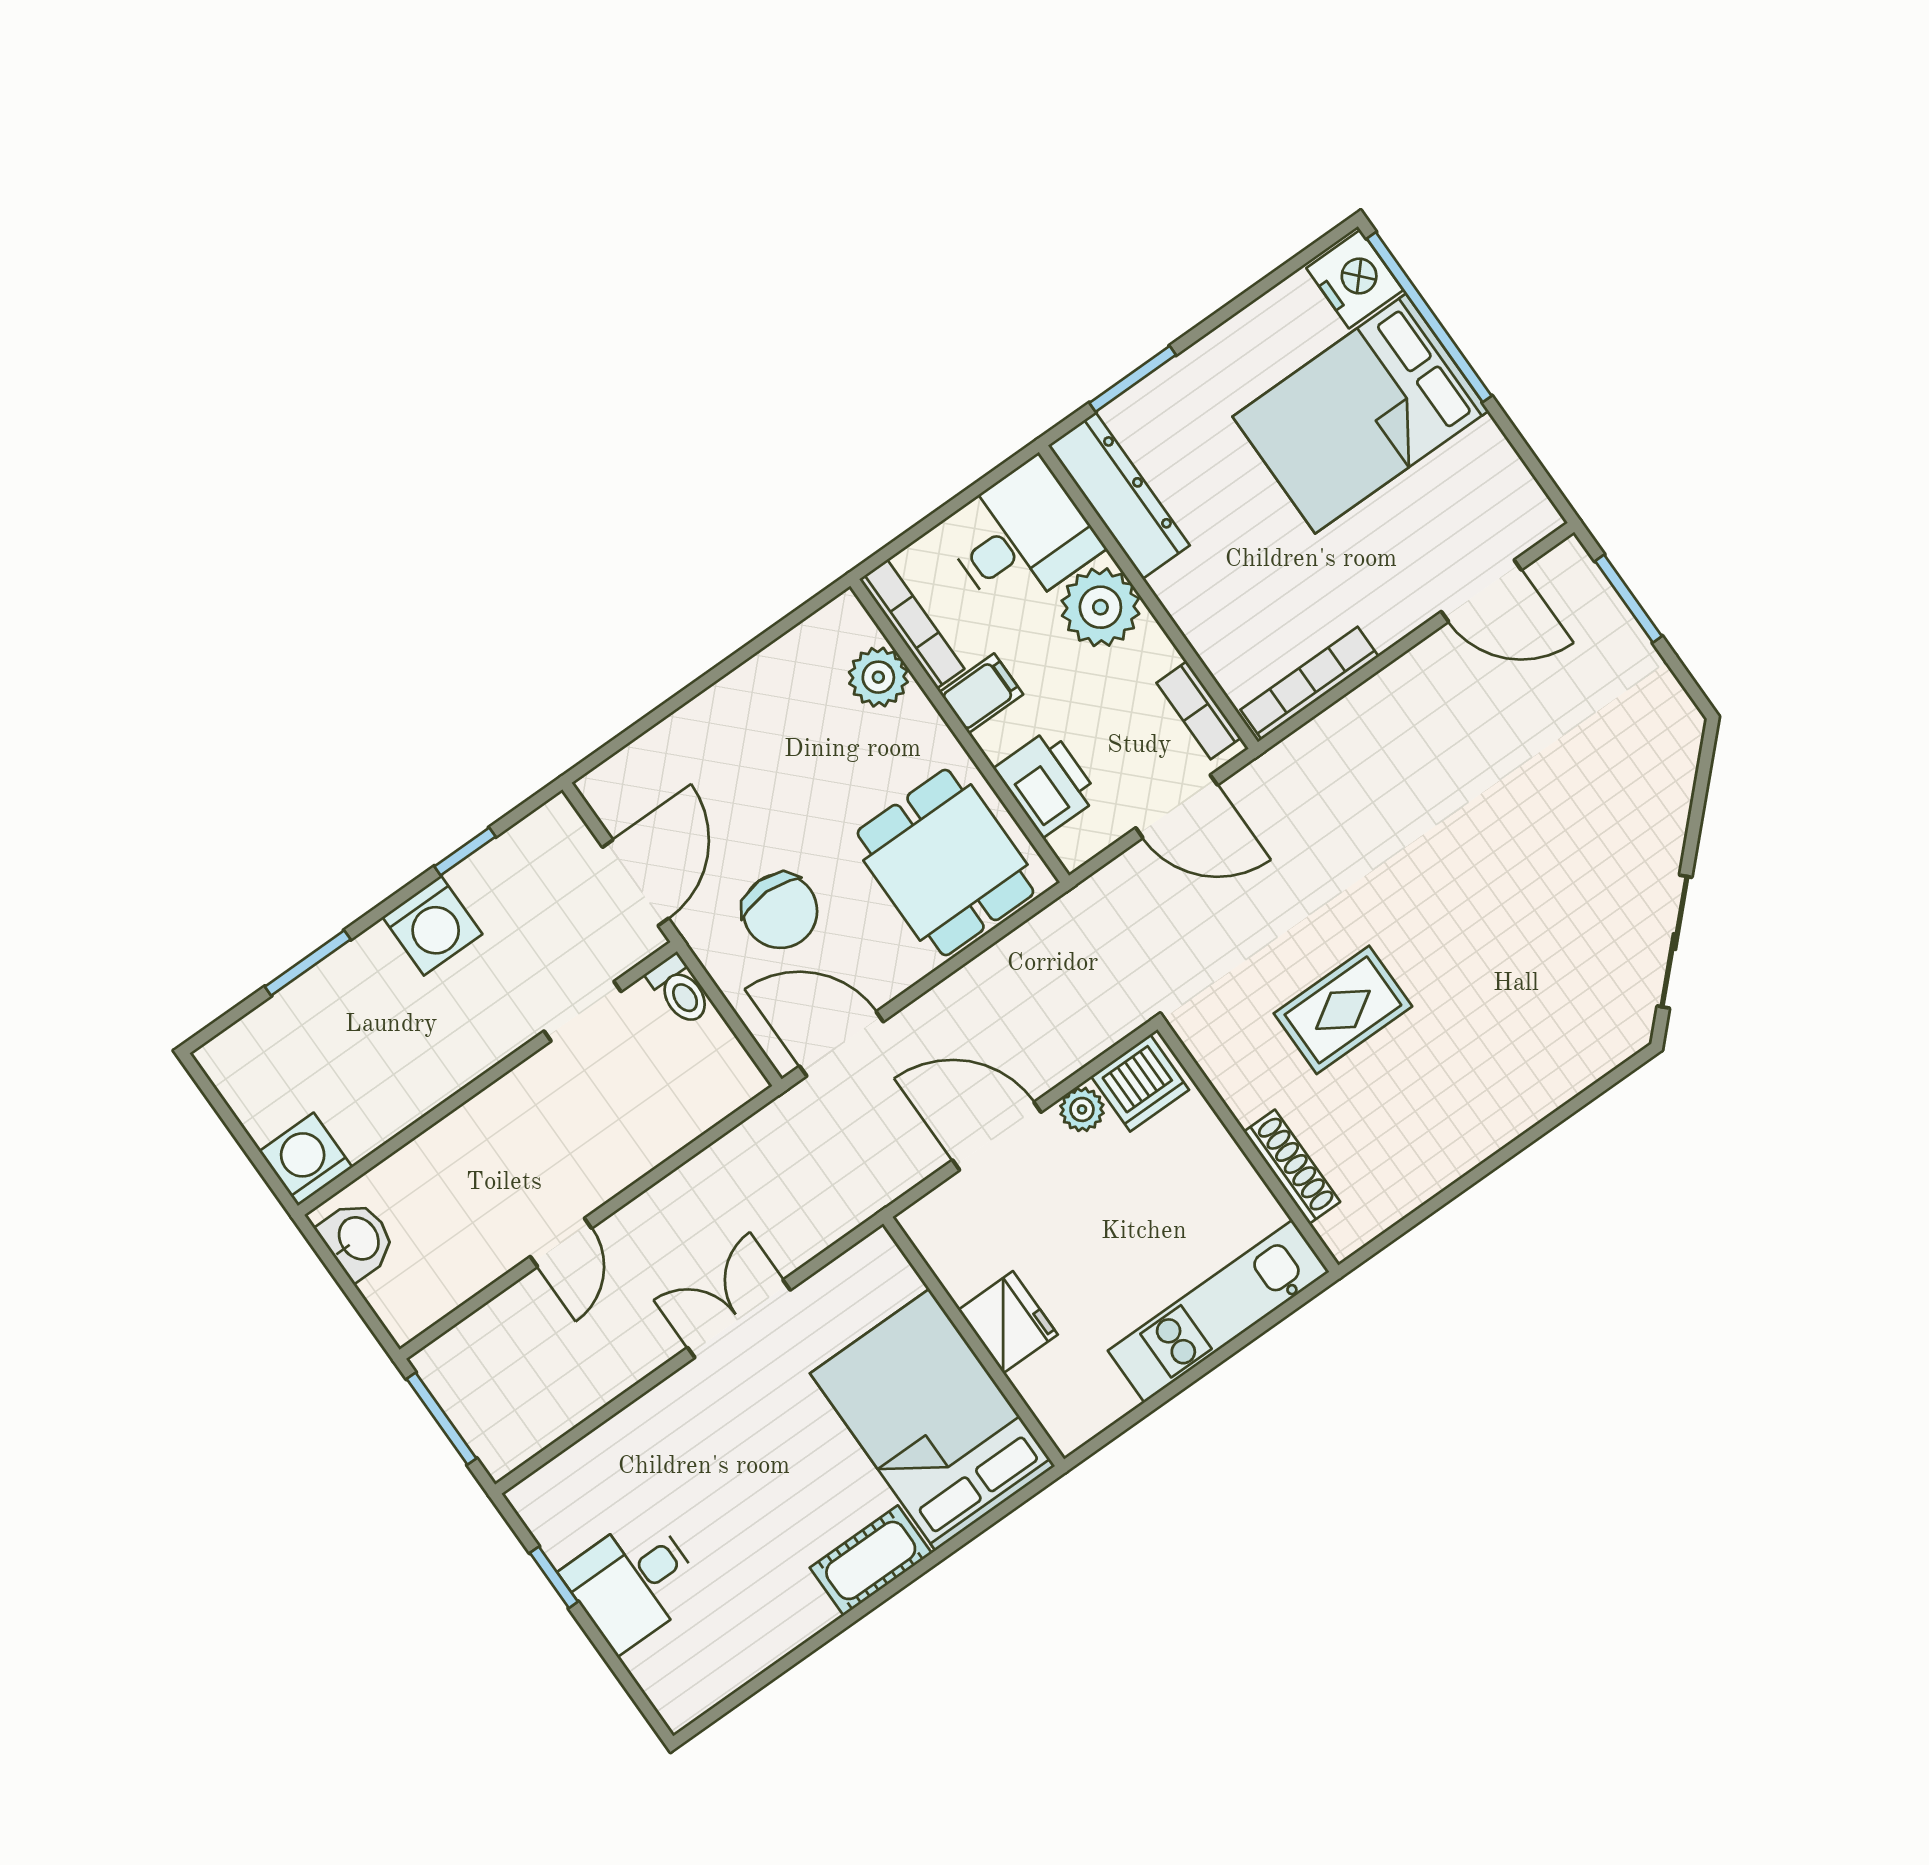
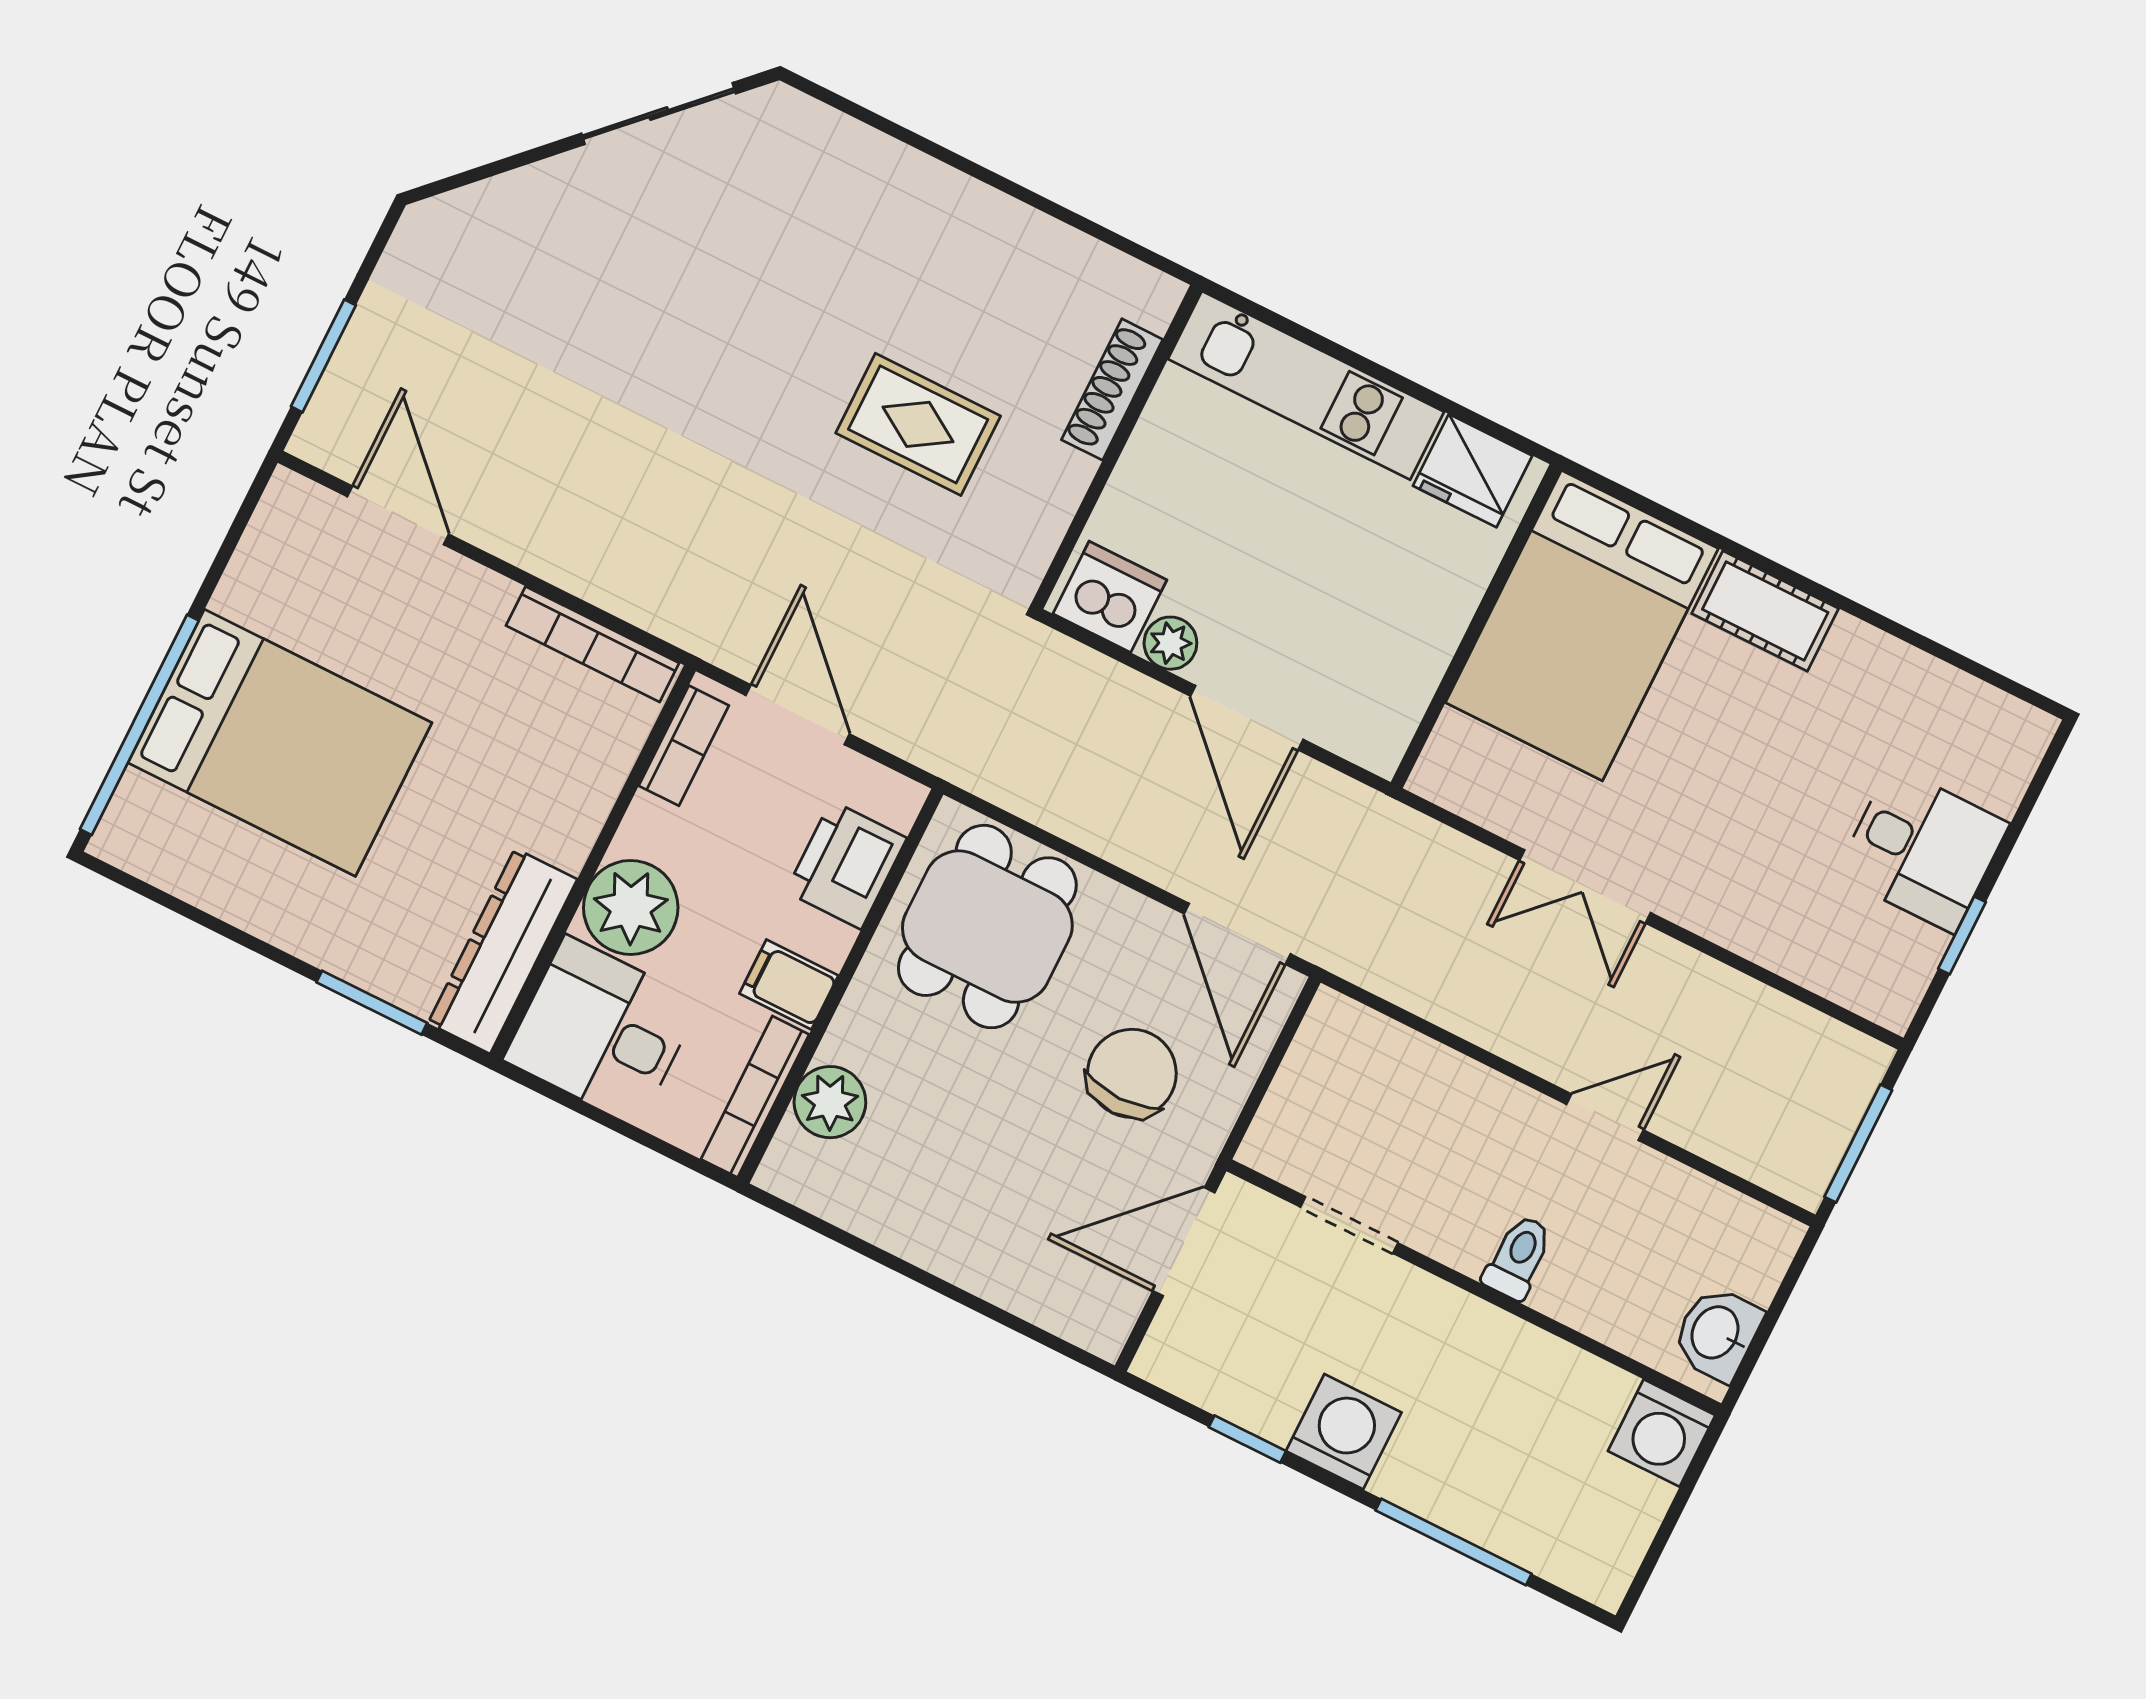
nightstand: (1355, 279) -> (141, 825), removed
window: (308, 963) -> (1454, 1542), width x1.44
toilet: (680, 990) -> (1518, 1257), moved
fridge: (1008, 1322) -> (1473, 471), moved, turned -90

